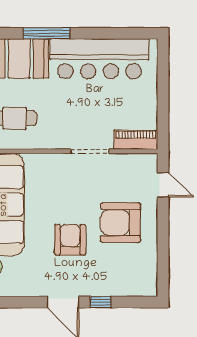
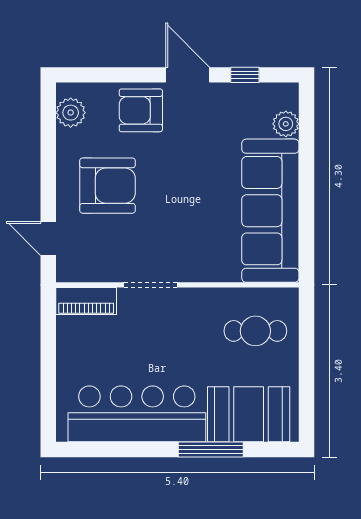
armchair: (70, 240) -> (141, 110), moved, turned 90
plant: (147, 275) -> (71, 113), added
window: (100, 302) -> (245, 75), moved

